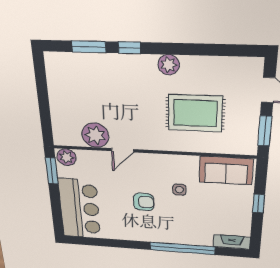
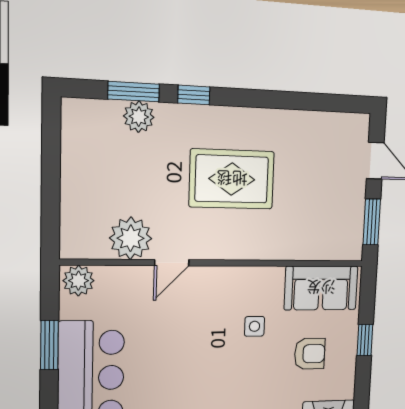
plant: (169, 65) -> (139, 117), moved
rug: (195, 113) -> (232, 179), moved
window: (52, 171) -> (49, 345), moved
armchair: (144, 202) -> (310, 354), moved

